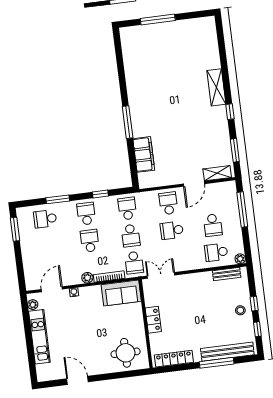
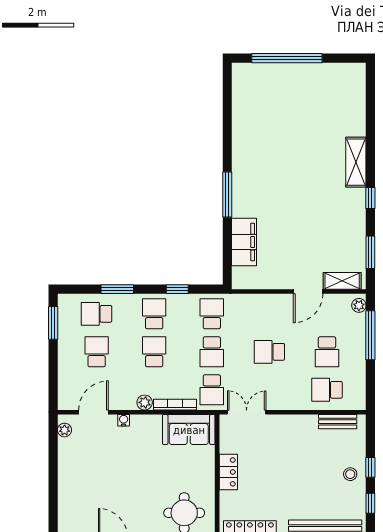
window: (158, 19) -> (287, 58), width x1.46
school desk: (168, 203) -> (97, 352), moved
plant: (240, 259) -> (359, 305), moved
kitchen unit: (39, 337) -> (68, 476), removed

